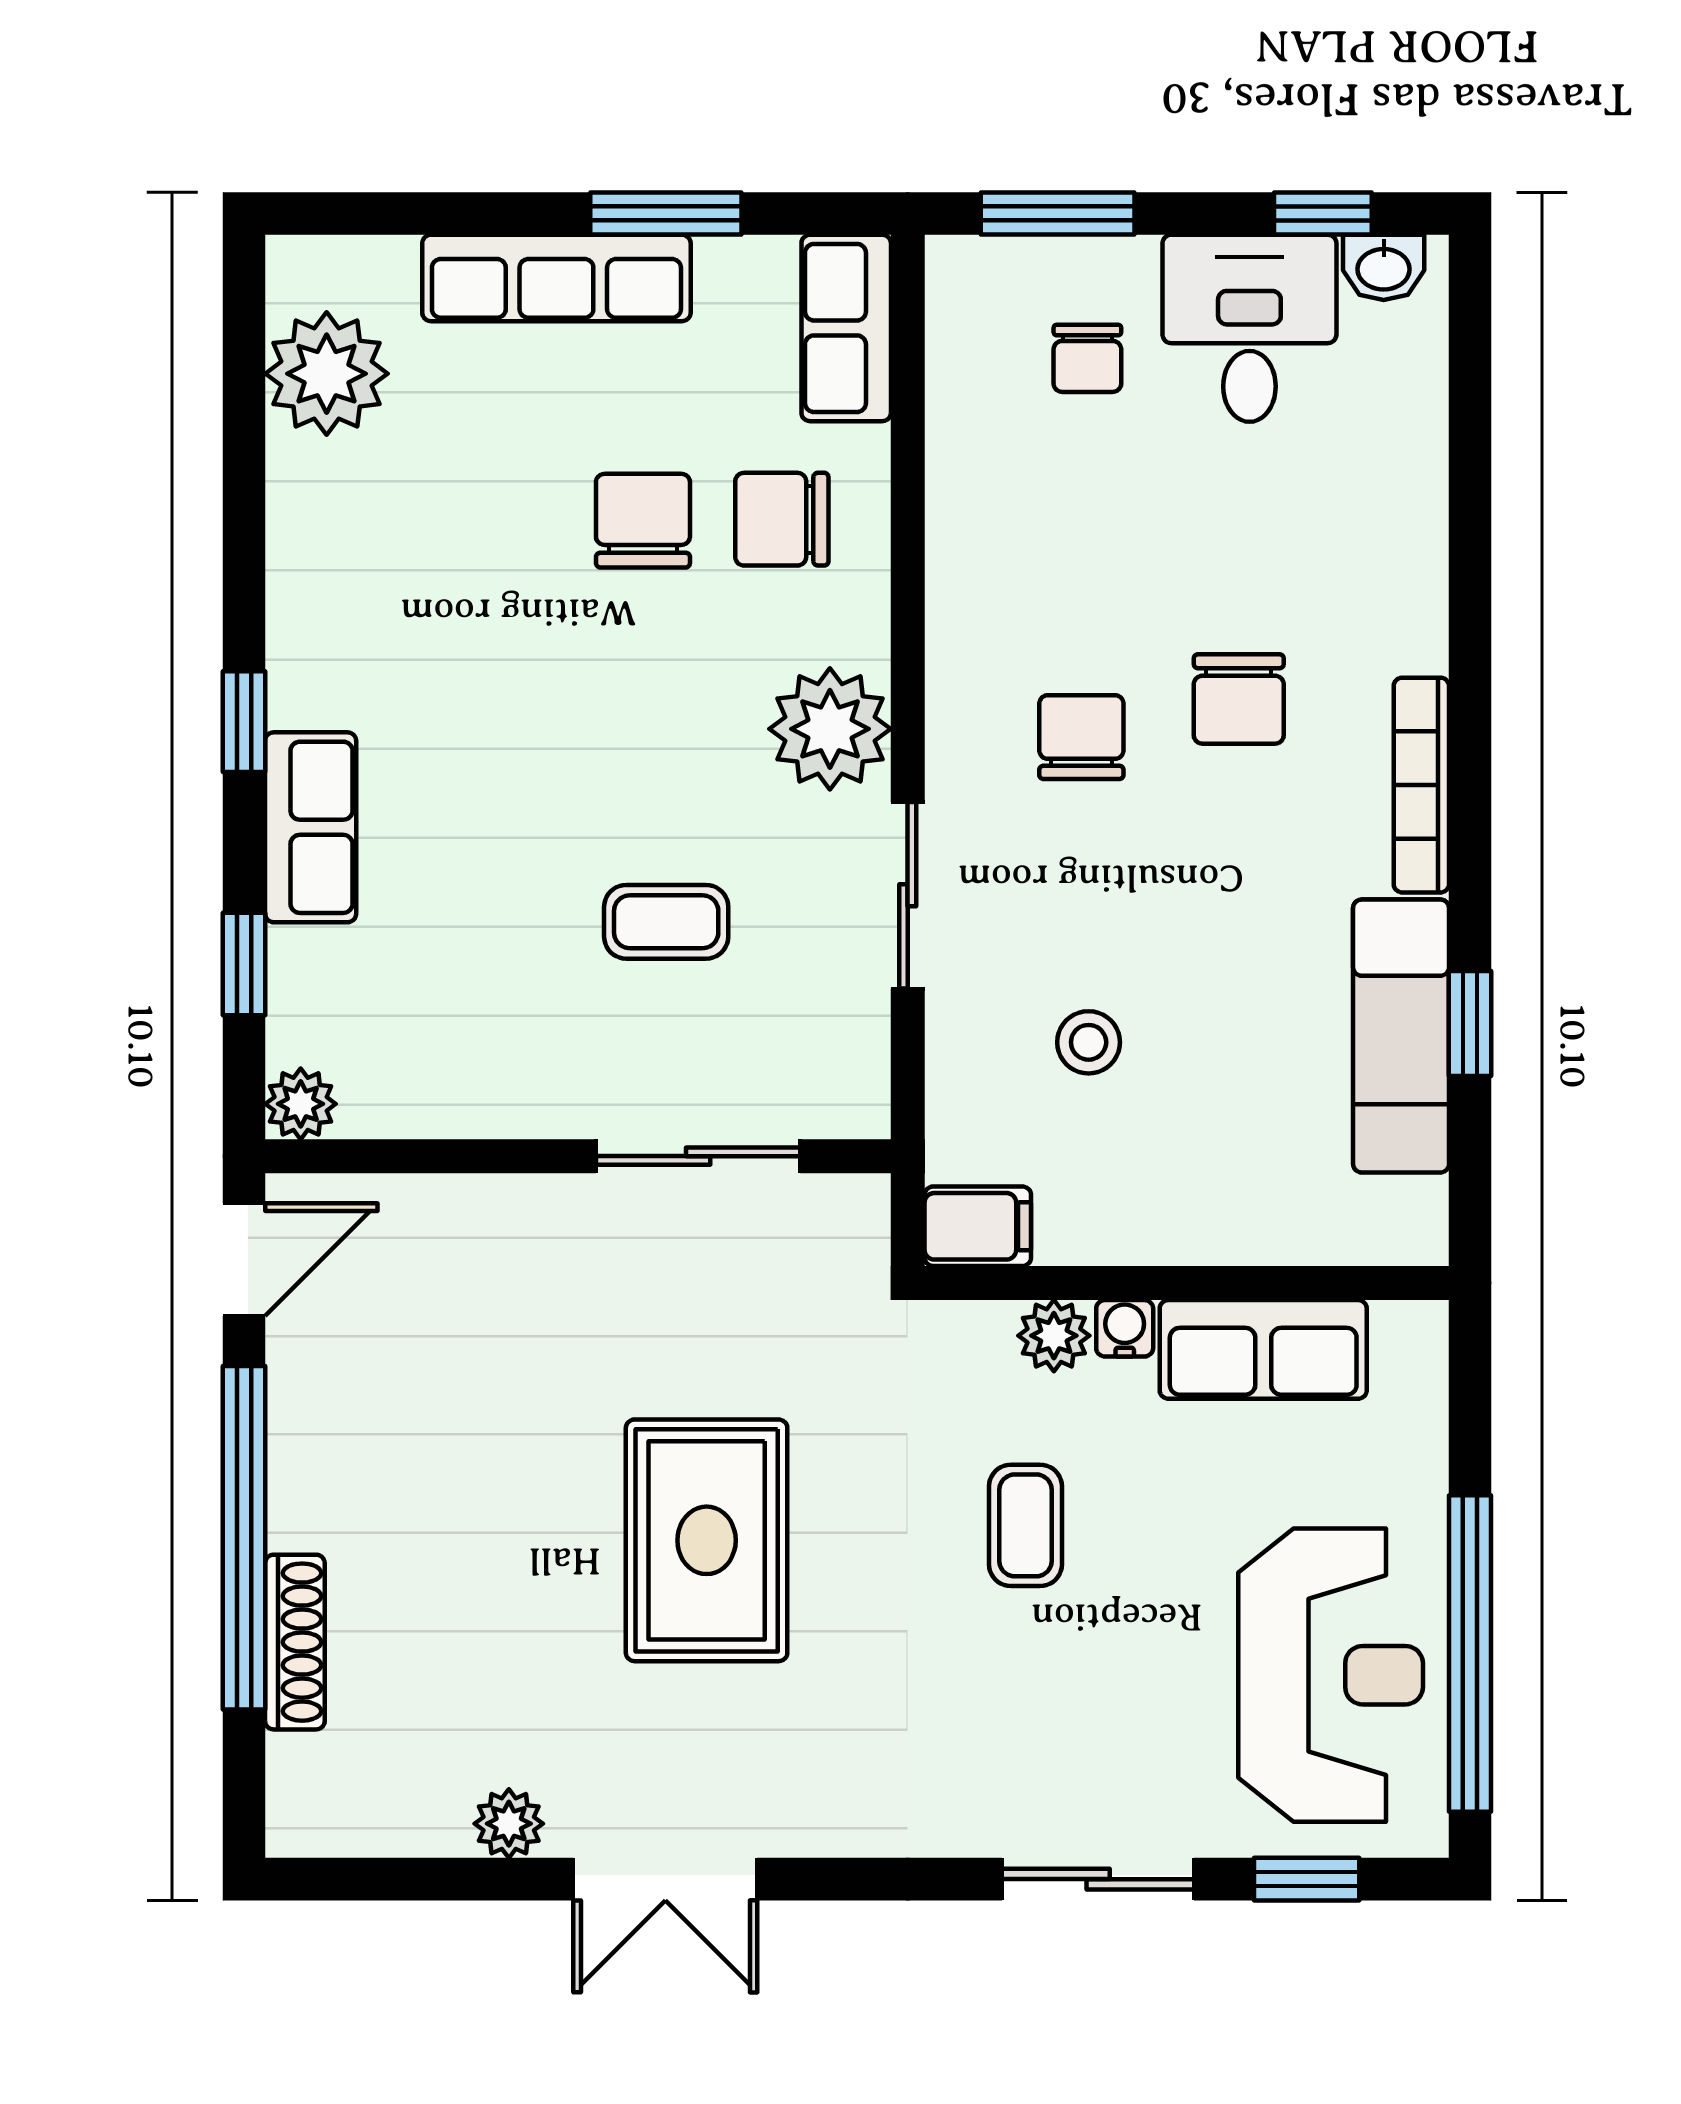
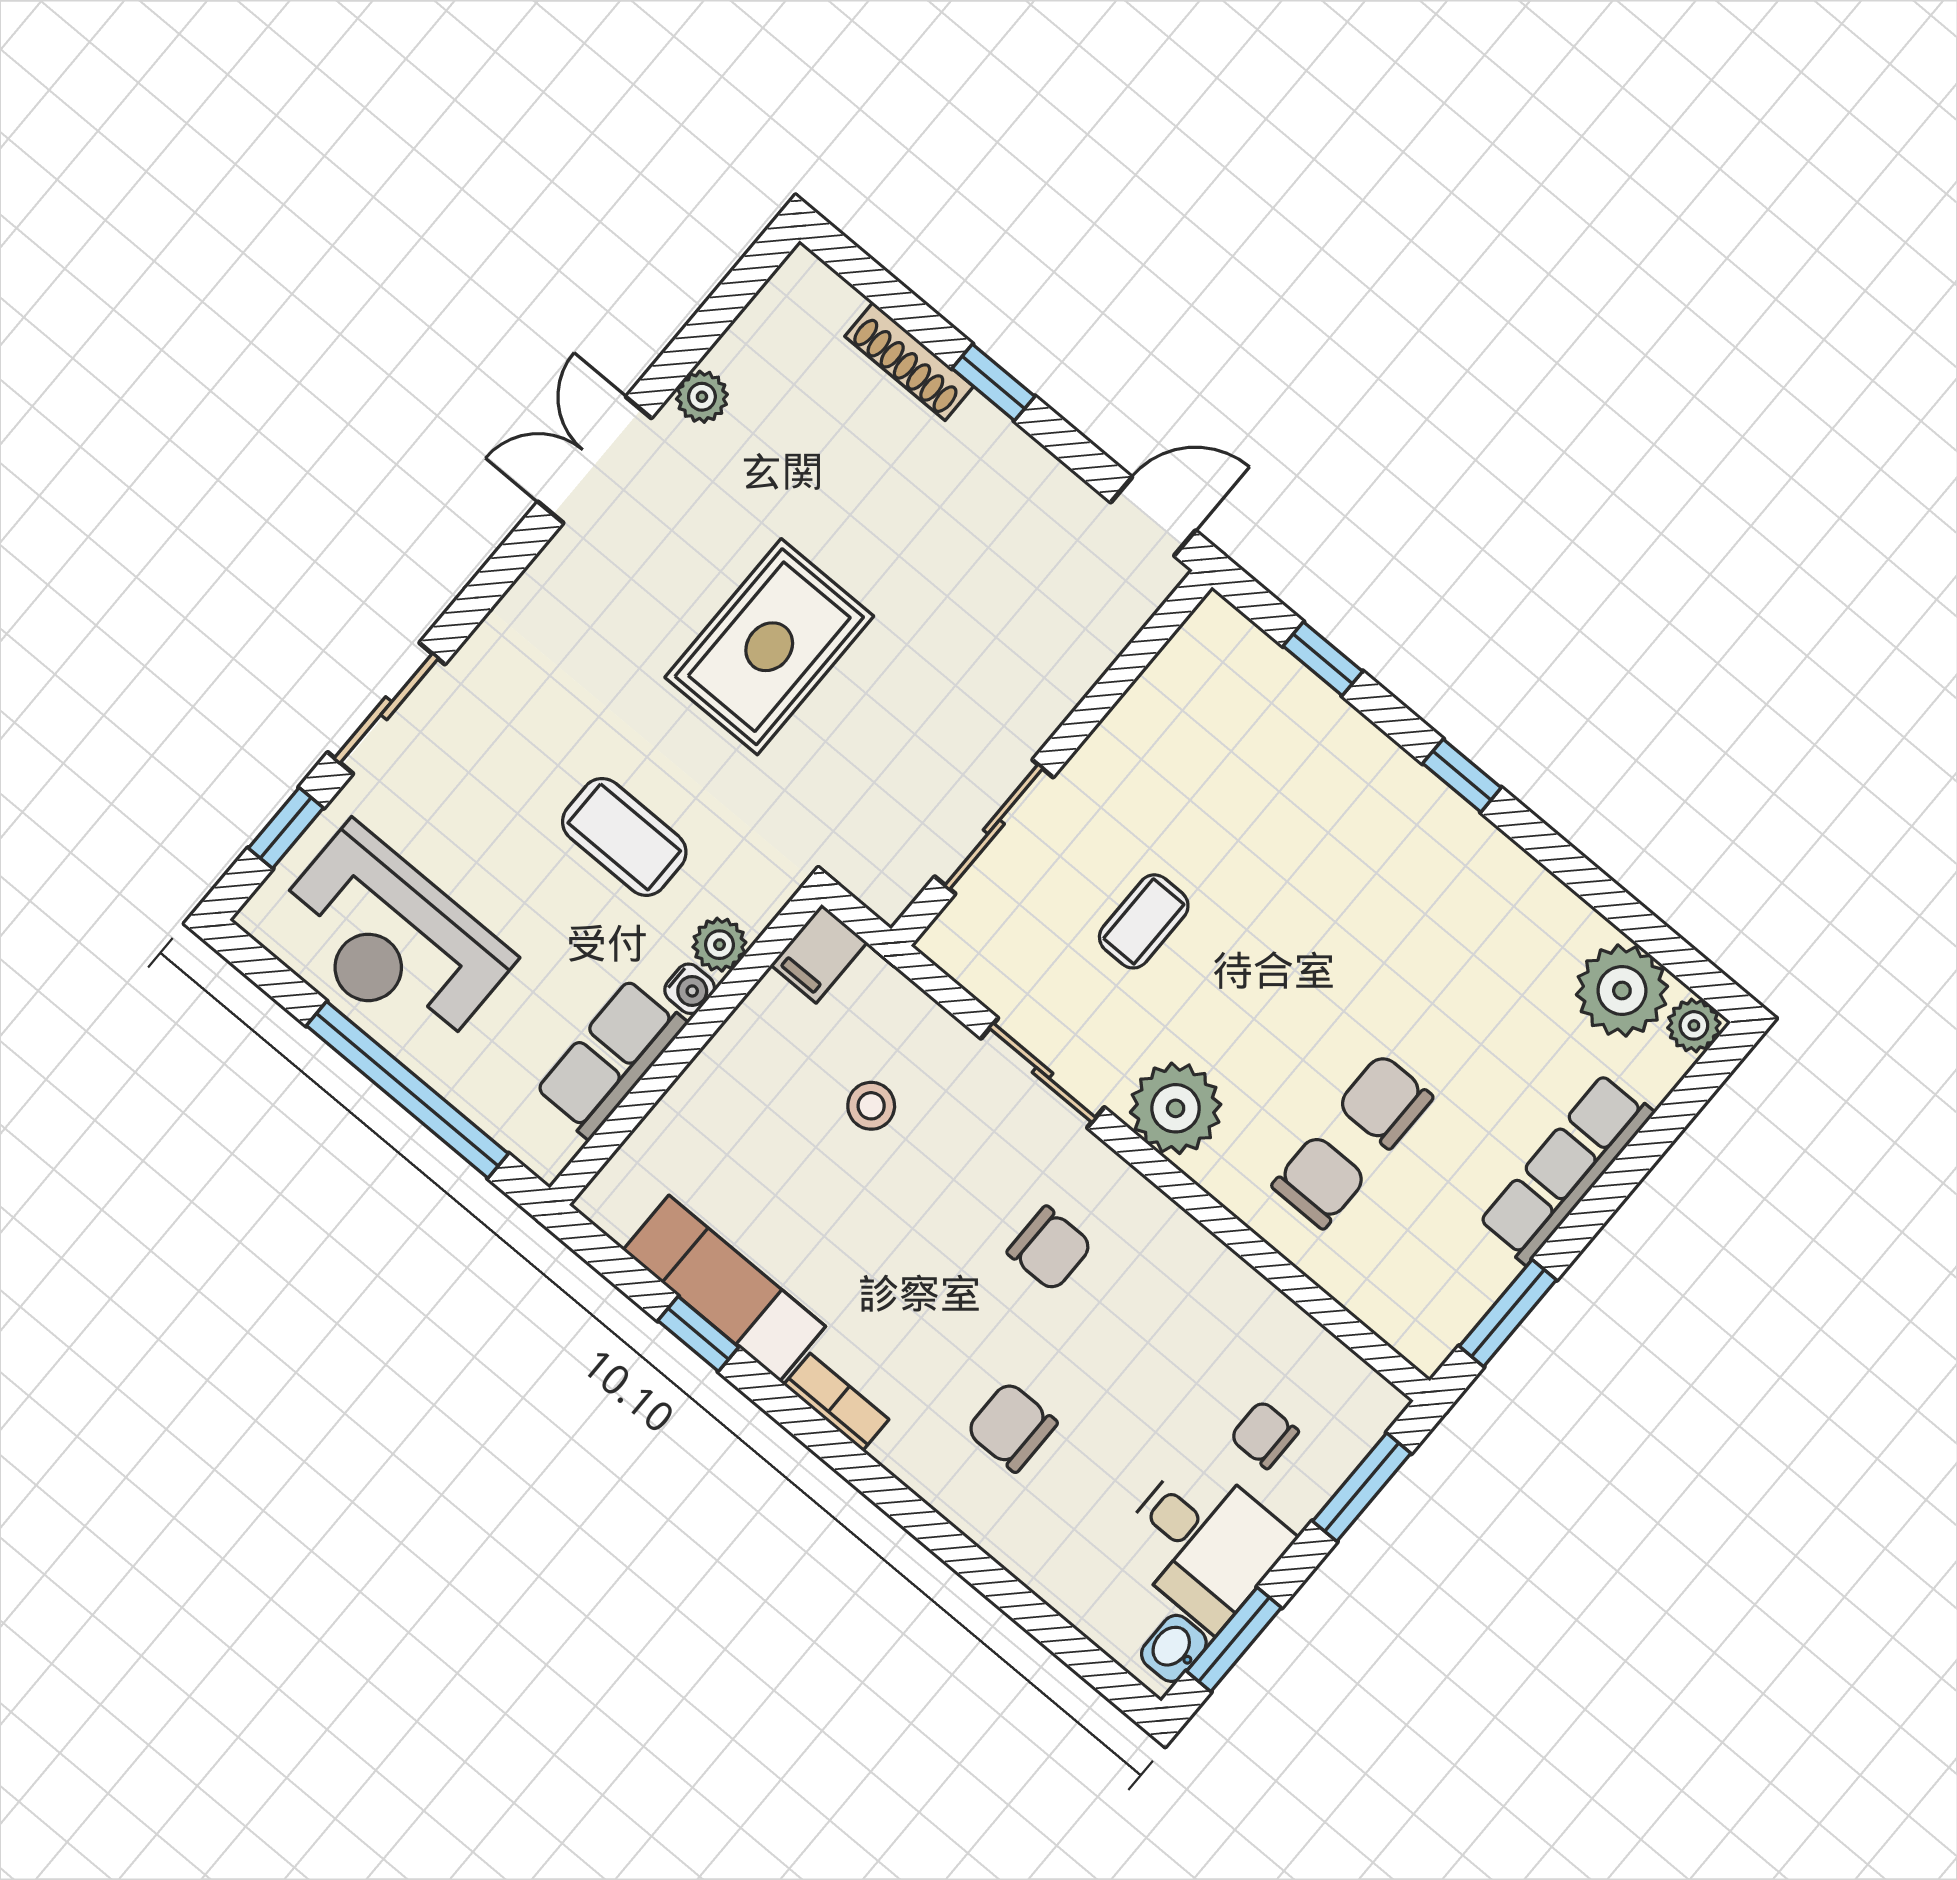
window: (666, 213) -> (1508, 1313), moved
window: (1323, 213) -> (1234, 1639), width x1.50
row of seats: (846, 328) -> (1398, 1311), removed
chair: (643, 521) -> (1385, 1101), turned 180
chair: (1239, 699) -> (1012, 1427), moved
bookcase: (1421, 785) -> (836, 1402), width x0.64
row of seats: (311, 827) -> (1369, 763), removed
plant: (301, 1104) -> (1694, 1025), moved
door: (244, 1260) -> (1153, 516), swing flipped
coffee table: (1025, 1525) -> (624, 837), width x1.36, depth x1.30
window: (244, 1538) -> (993, 382), width x0.32
rug: (707, 1540) -> (769, 647), turned 90
window: (1470, 1654) -> (407, 1090), moved

